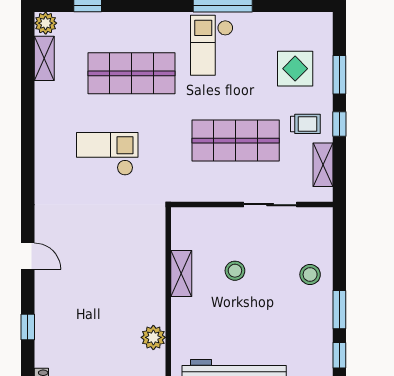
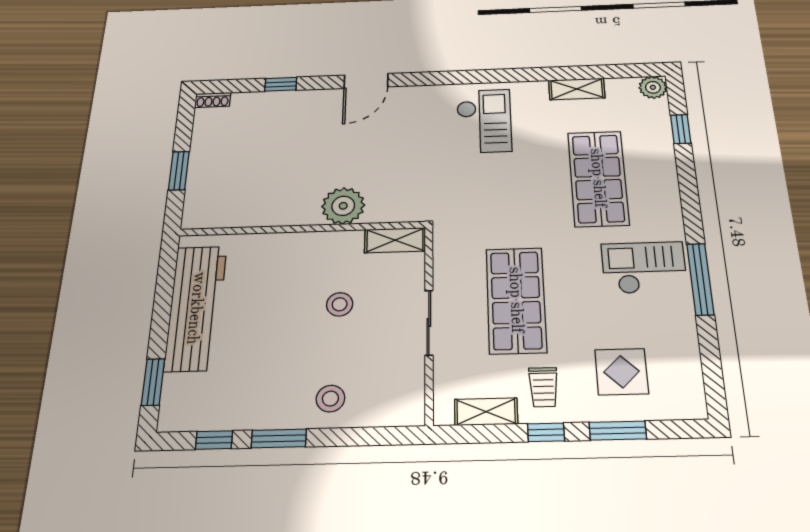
shelving: (44, 58) -> (577, 89), moved
checkout: (107, 154) -> (484, 121), moved
sliding door: (270, 205) -> (429, 323), moved
door: (28, 256) -> (366, 81), width x1.38
shelving: (181, 273) -> (395, 240), moved
plant: (153, 337) -> (343, 206), moved, width x1.36, depth x1.36

